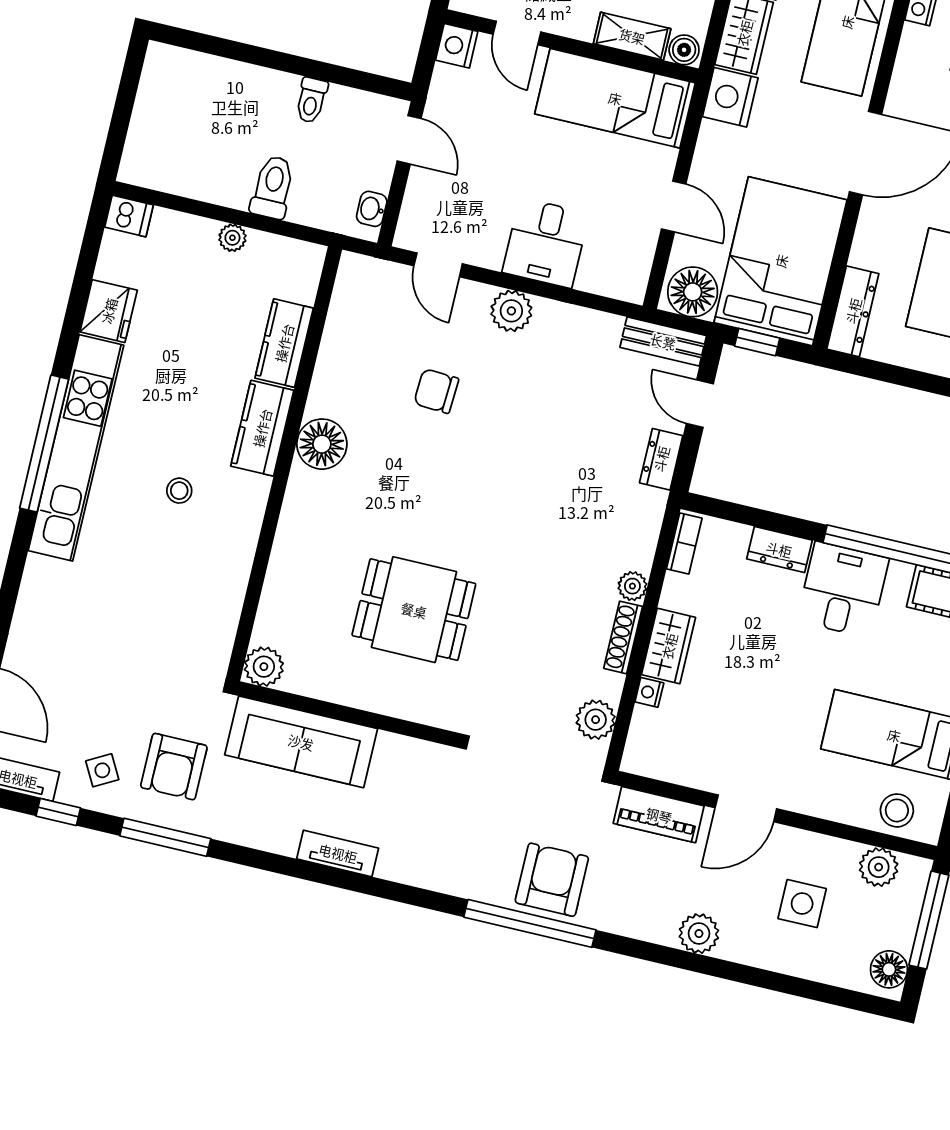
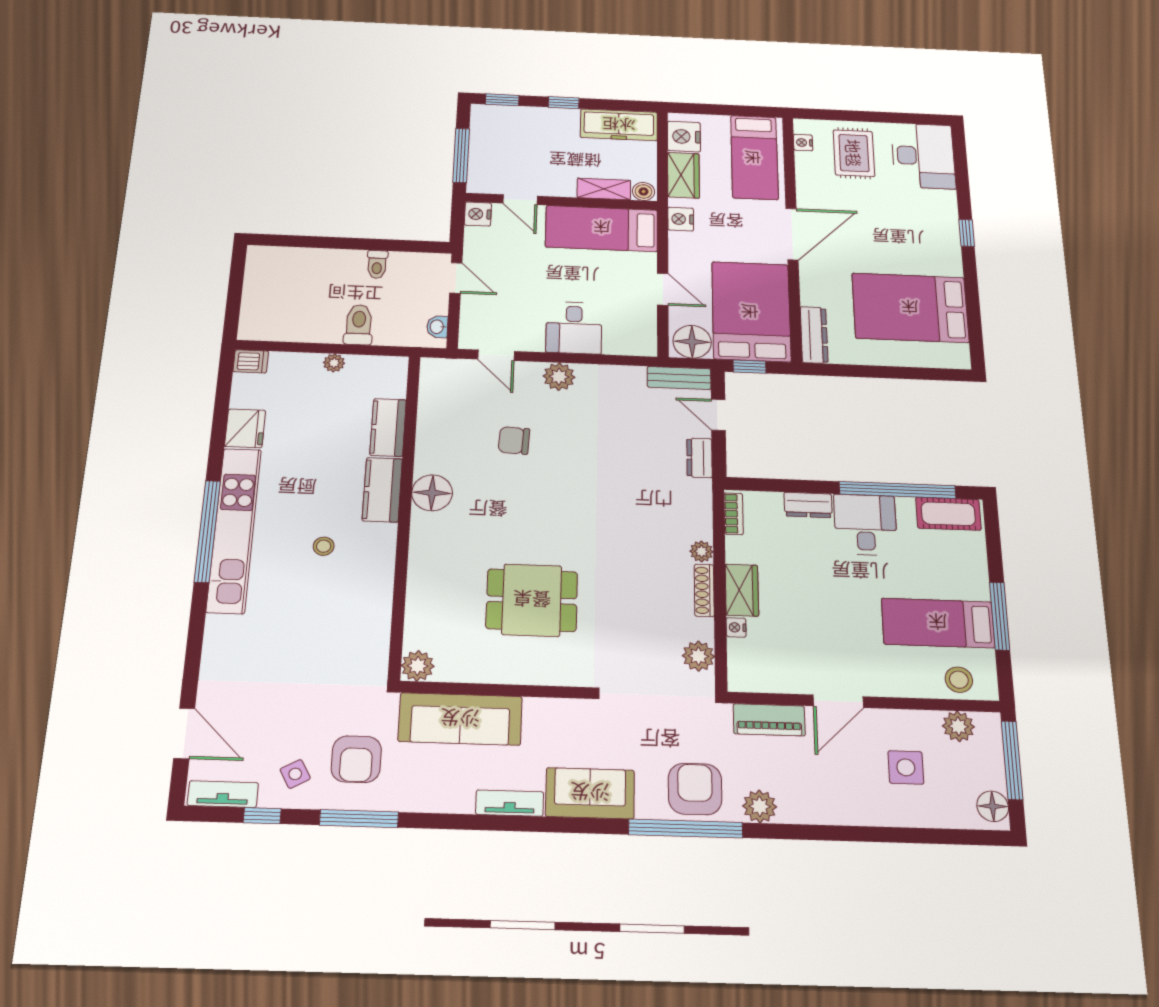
nightstand: (730, 97) -> (681, 219), width x0.74, depth x0.75
sofa: (431, 860) -> (590, 793), added
plant: (699, 934) -> (760, 806), moved

